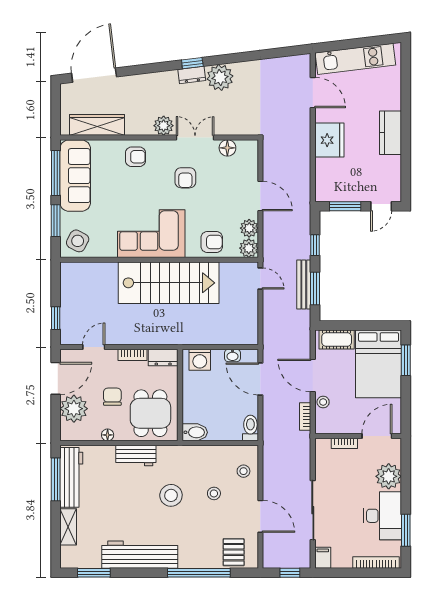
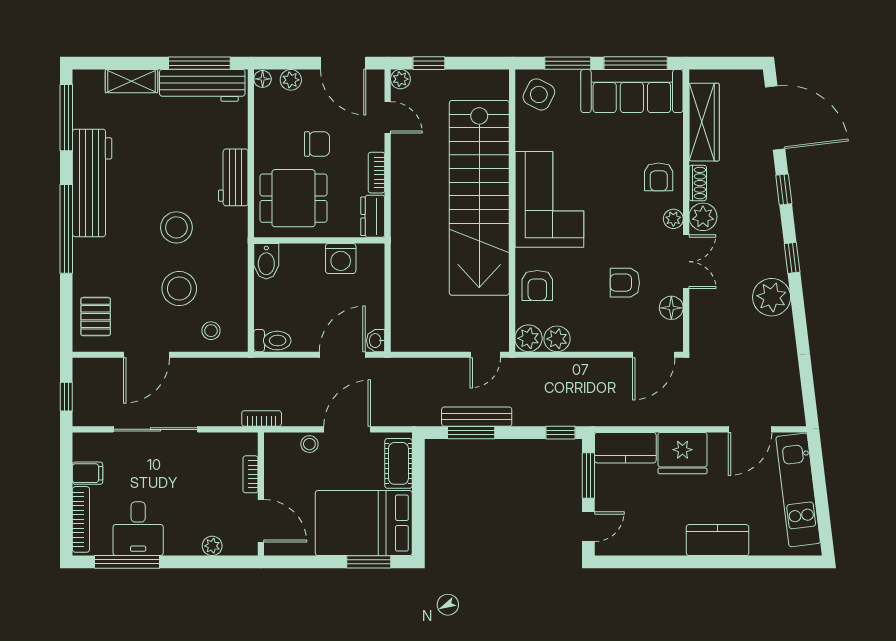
window: (144, 69) -> (784, 189), added
dresser: (192, 75) -> (775, 257), removed
shoe rack: (140, 129) -> (698, 183), added
kitchen counter: (391, 133) -> (718, 540), moved
plant: (165, 147) -> (673, 219), added
armchair: (185, 178) -> (625, 283), moved
kitchen counter: (326, 180) -> (625, 448), added
door: (260, 196) -> (654, 355), moved
door: (381, 206) -> (588, 527), swing flipped
window: (315, 245) -> (560, 433), moved
stairs: (169, 283) -> (479, 198), width x1.36
plant: (67, 338) -> (400, 79), added
washbasin: (232, 355) -> (376, 341), moved
washing machine: (200, 360) -> (341, 258), moved, turned -90
plant: (74, 409) -> (291, 80), width x0.53, depth x0.53
bookcase: (305, 416) -> (262, 418), moved
floor lamp: (108, 435) -> (263, 79), moved
plant: (389, 476) -> (212, 546), width x0.53, depth x0.53
stool: (214, 493) -> (179, 289), width x1.89, depth x1.89
desk: (383, 516) -> (138, 529), width x0.73
window: (406, 530) -> (127, 562), width x1.44
pallet: (234, 552) -> (96, 317), turned 90
filing cabinet: (323, 558) -> (88, 473), moved
window: (94, 573) -> (66, 118), width x1.44
window: (199, 573) -> (66, 229), moved

